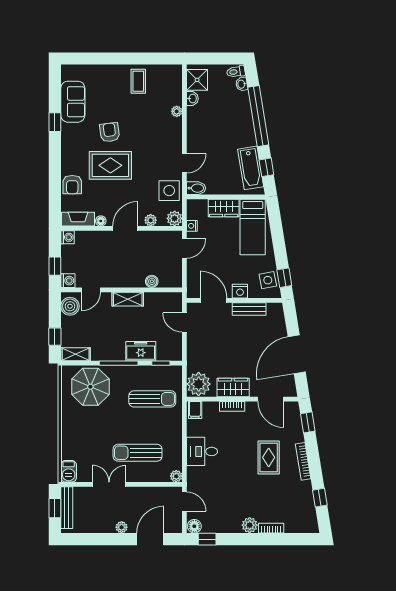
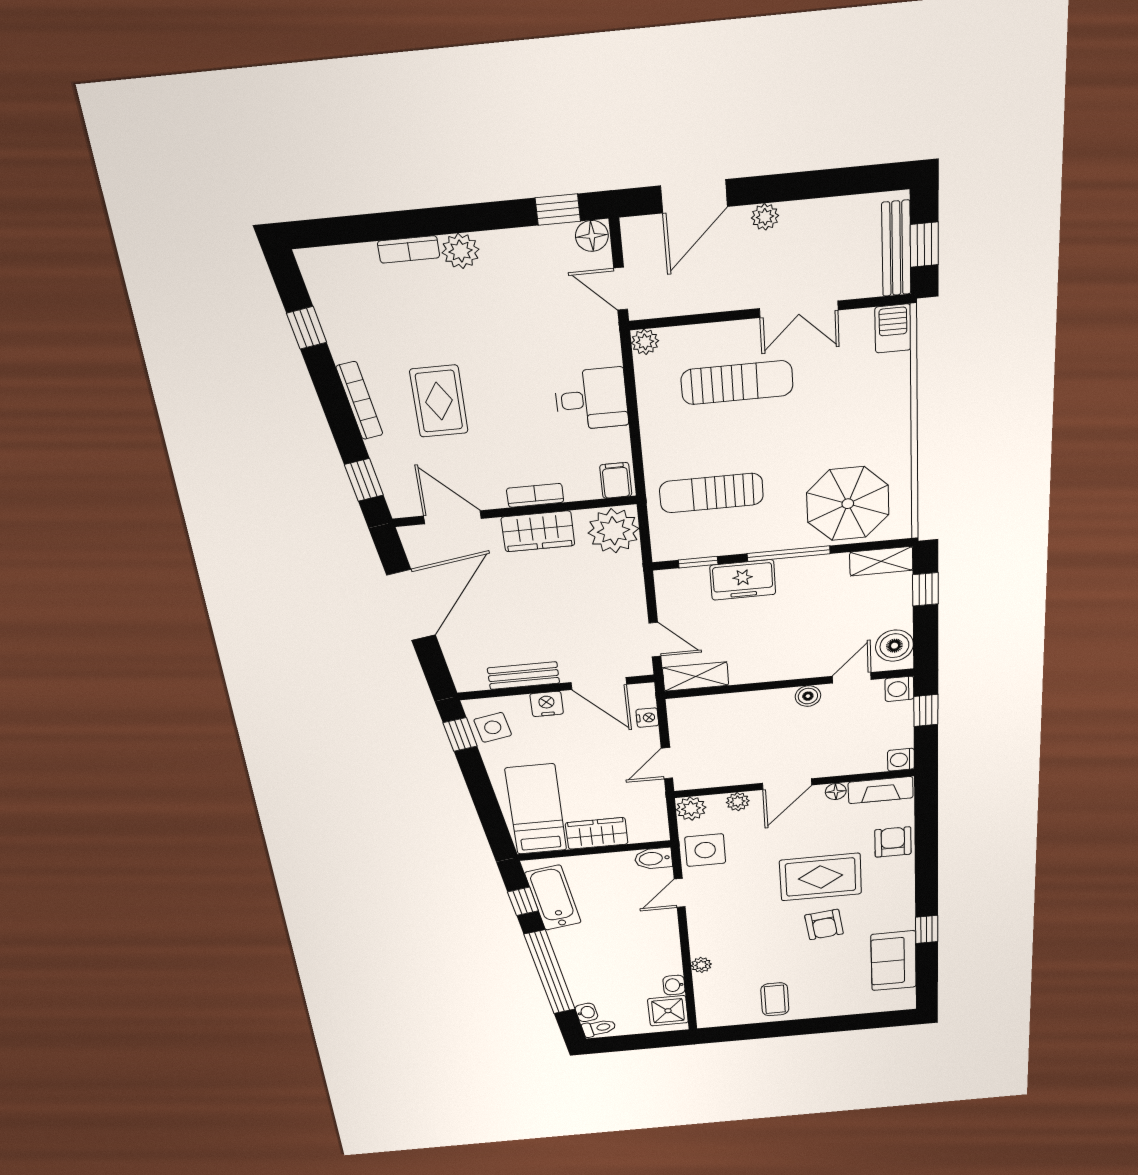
nightstand: (192, 226) -> (647, 718), moved
boiler: (152, 281) -> (808, 696), moved
shelving: (128, 299) -> (696, 677), moved

